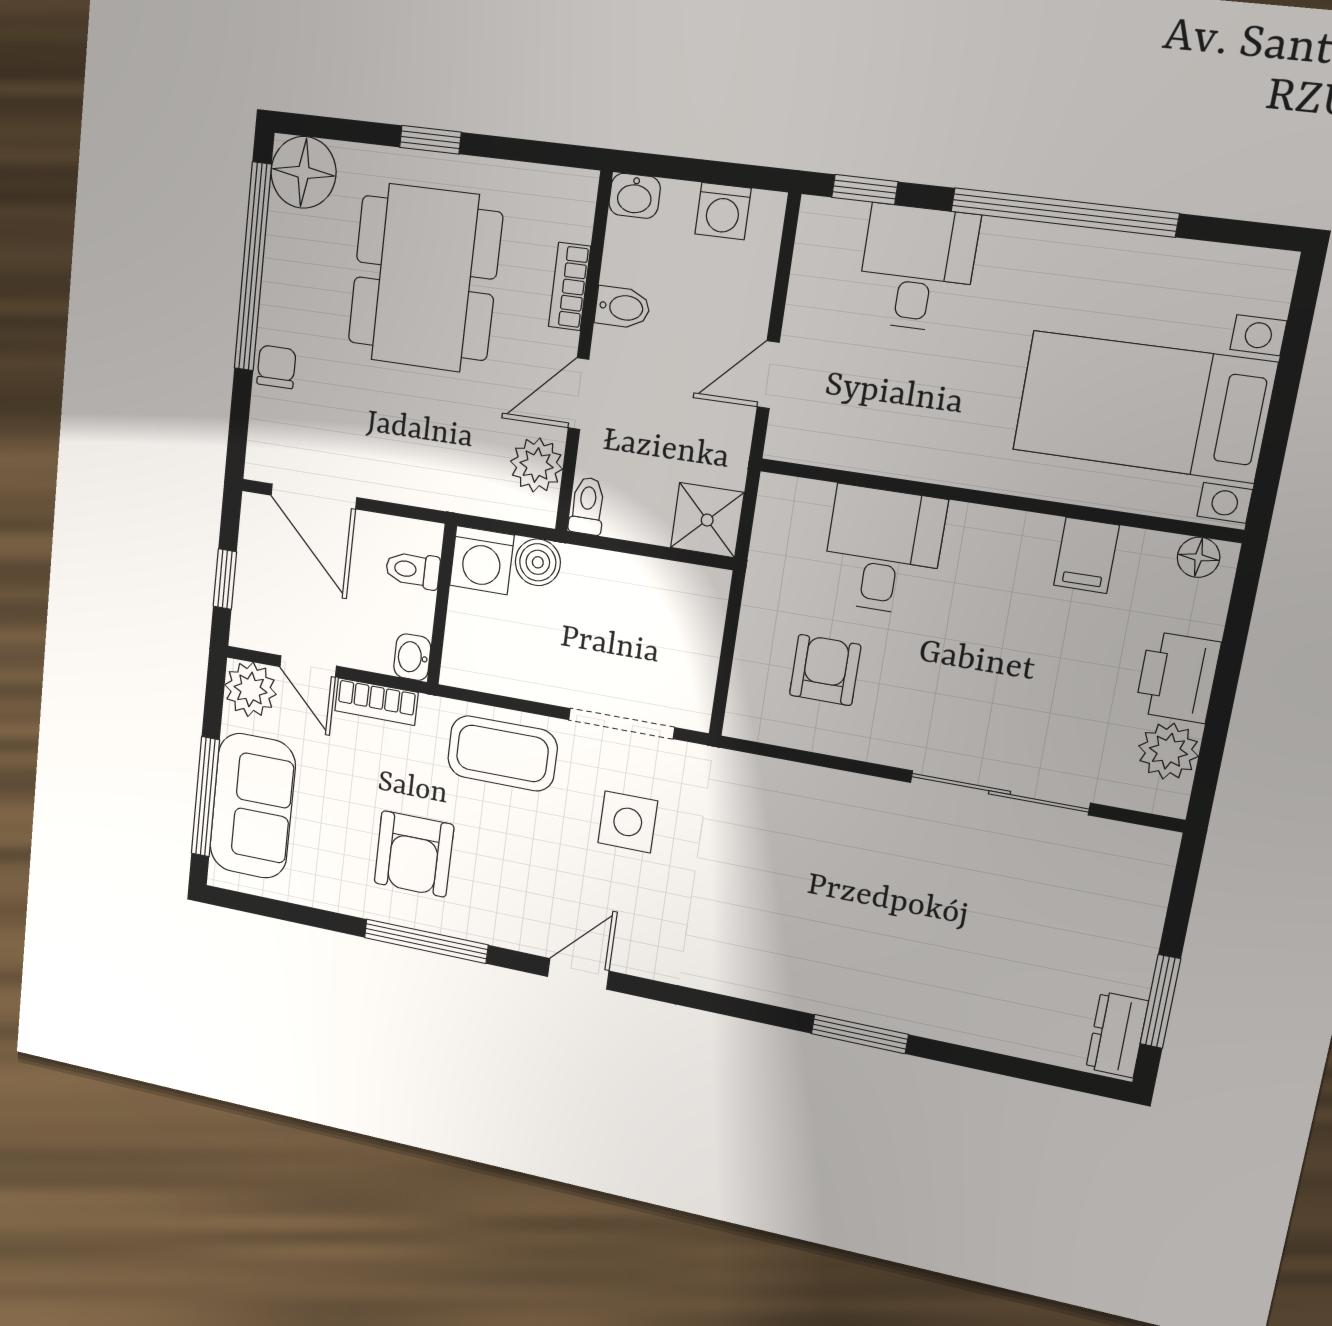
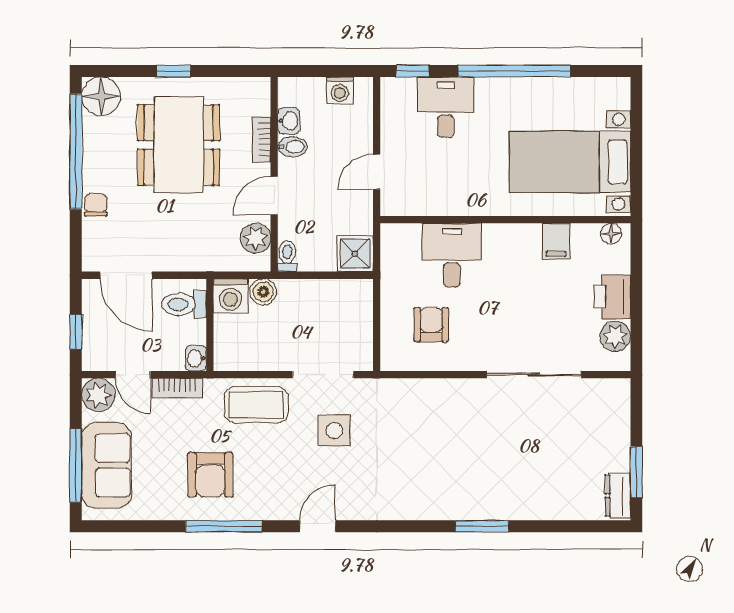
washbasin: (635, 196) -> (289, 121), moved, turned -90
toilet: (413, 570) -> (184, 304), width x1.37, depth x1.39

